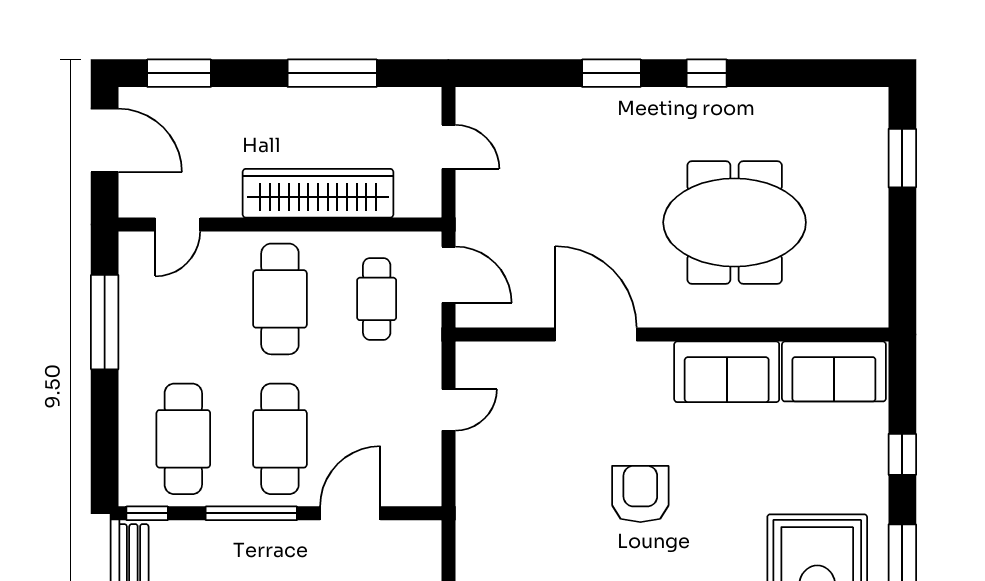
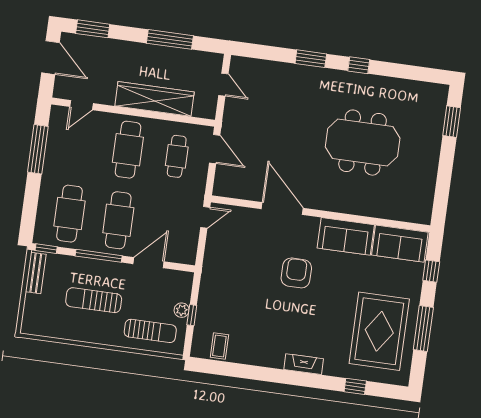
door: (596, 335) -> (282, 209), moved
wall: (672, 335) -> (321, 214), moved
sofa: (834, 371) -> (400, 244), moved
sofa: (727, 372) -> (346, 236), moved

